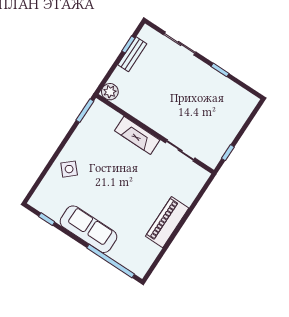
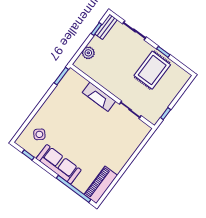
bench: (132, 54) -> (106, 27), moved
plant: (110, 92) -> (88, 53), moved
rug: (207, 95) -> (152, 70), added
side table: (69, 169) -> (39, 134), moved
piano: (167, 222) -> (101, 185), moved

